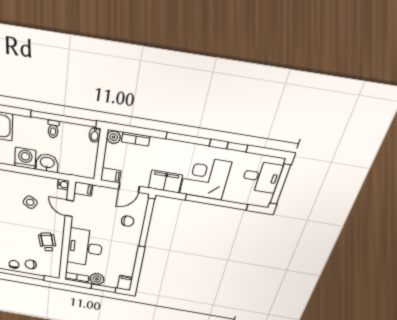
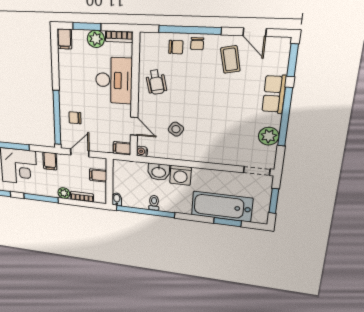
plant: (114, 137) -> (64, 193), moved
filing cabinet: (111, 175) -> (98, 175), moved
filing cabinet: (165, 182) -> (50, 161), width x0.50

